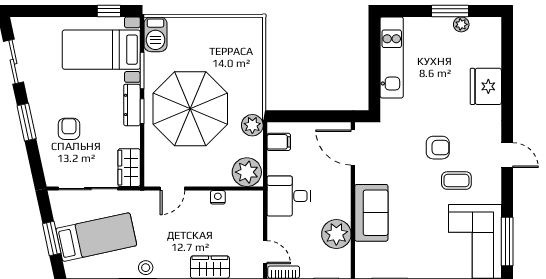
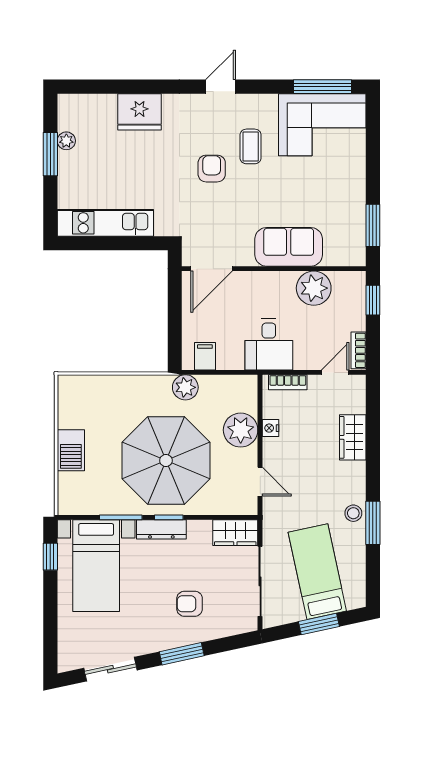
barbecue: (155, 34) -> (71, 450), moved, turned 90
plant: (247, 172) -> (241, 430), moved
bookcase: (257, 212) -> (288, 382), added

